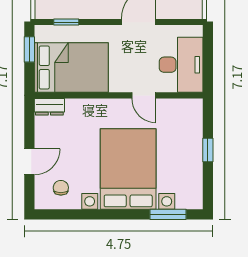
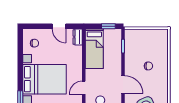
bed: (71, 67) -> (94, 49), width x0.67
door: (29, 162) -> (59, 26), moved

